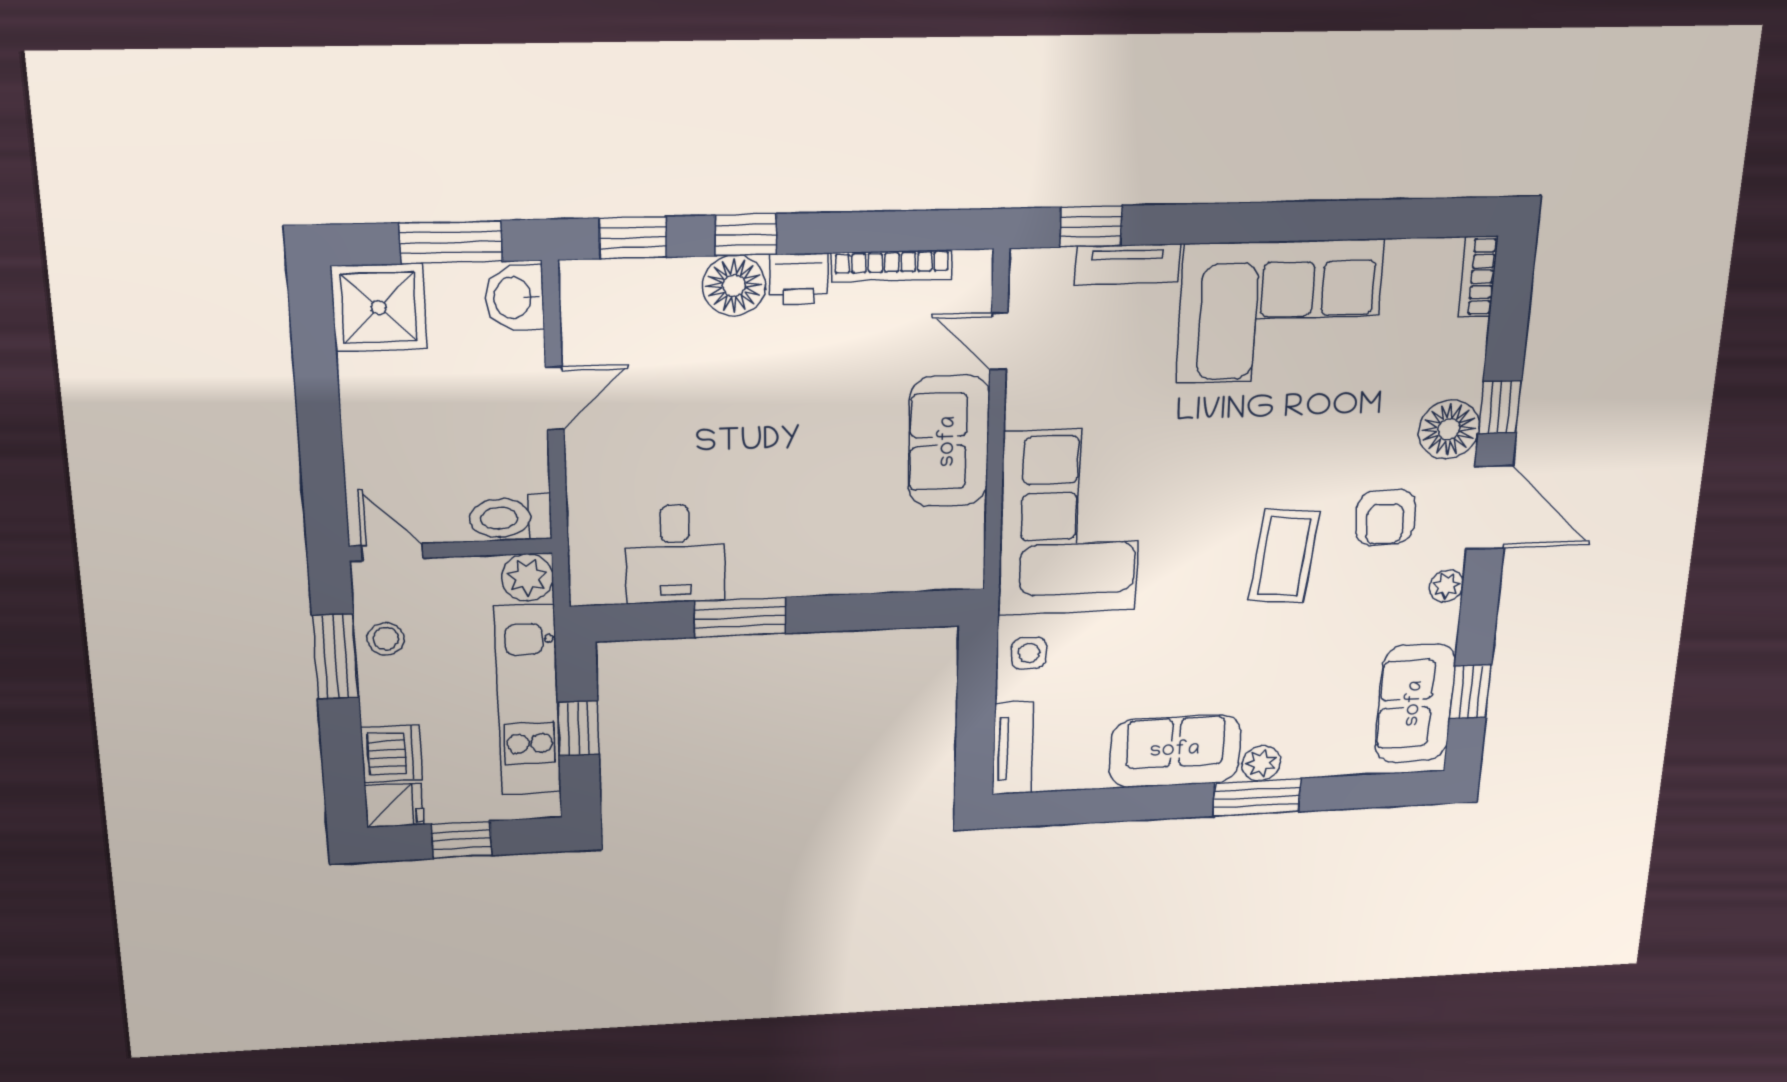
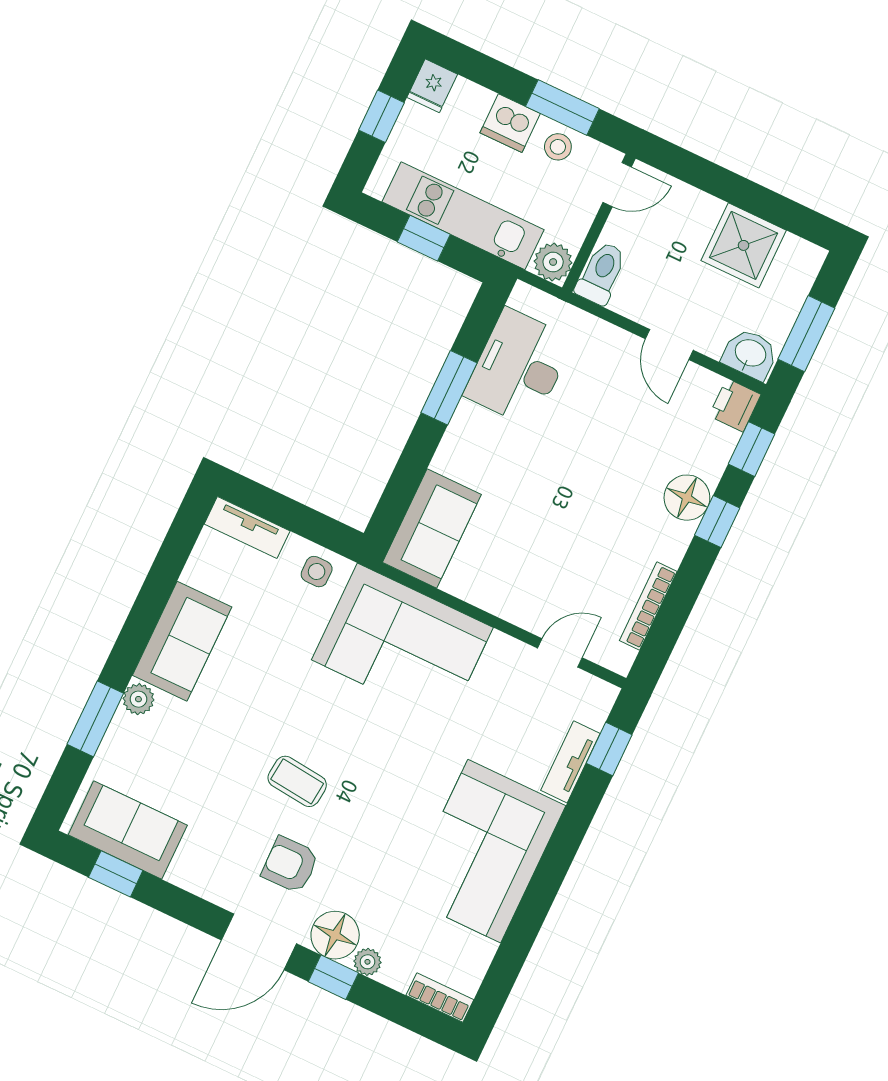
printer: (799, 279) -> (735, 405), moved
shower: (379, 308) -> (744, 245), moved
sofa: (949, 441) -> (432, 528), moved, turned 90
desk: (675, 554) -> (519, 367), width x1.37
coffee table: (1284, 556) -> (297, 781), width x0.73, depth x0.77
plant: (1446, 586) -> (367, 962), moved
dishwasher: (391, 754) -> (510, 123), moved
window: (1257, 797) -> (95, 719), moved

